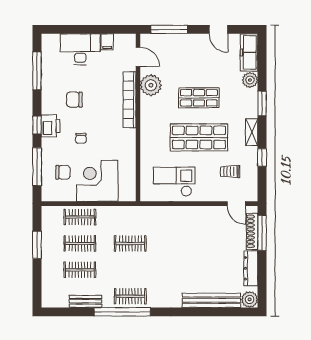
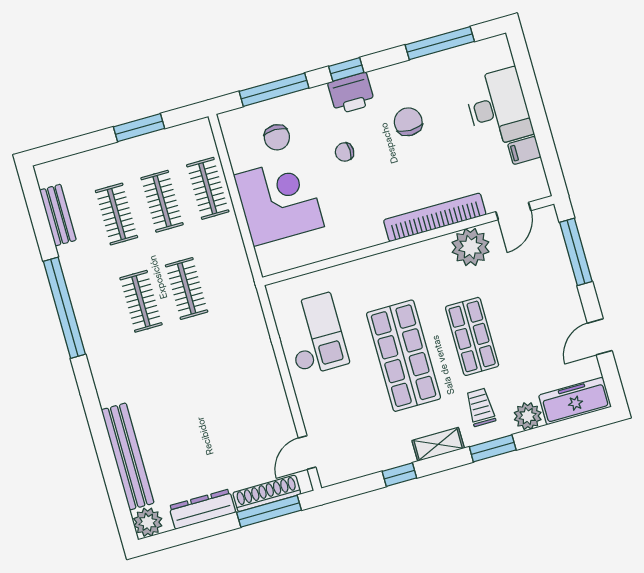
trolley: (230, 171) -> (481, 407), moved
clothes rail: (130, 296) -> (141, 301), moved
bench: (86, 301) -> (58, 215), moved

